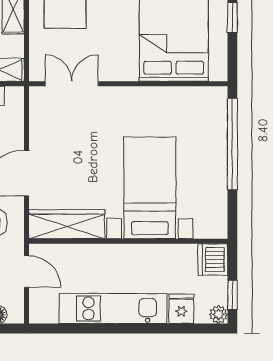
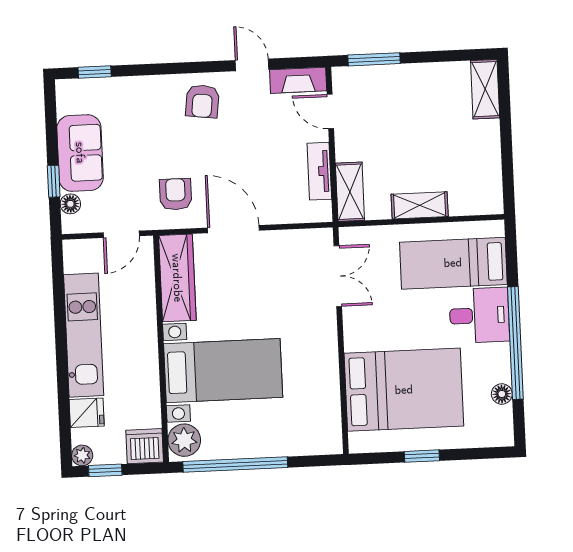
window: (232, 144) -> (235, 464), moved
plant: (209, 225) -> (184, 440), added

